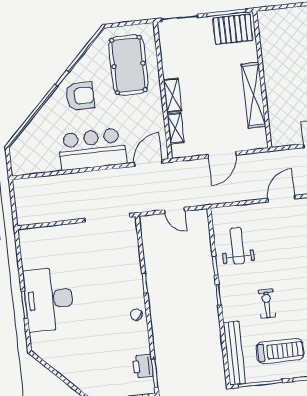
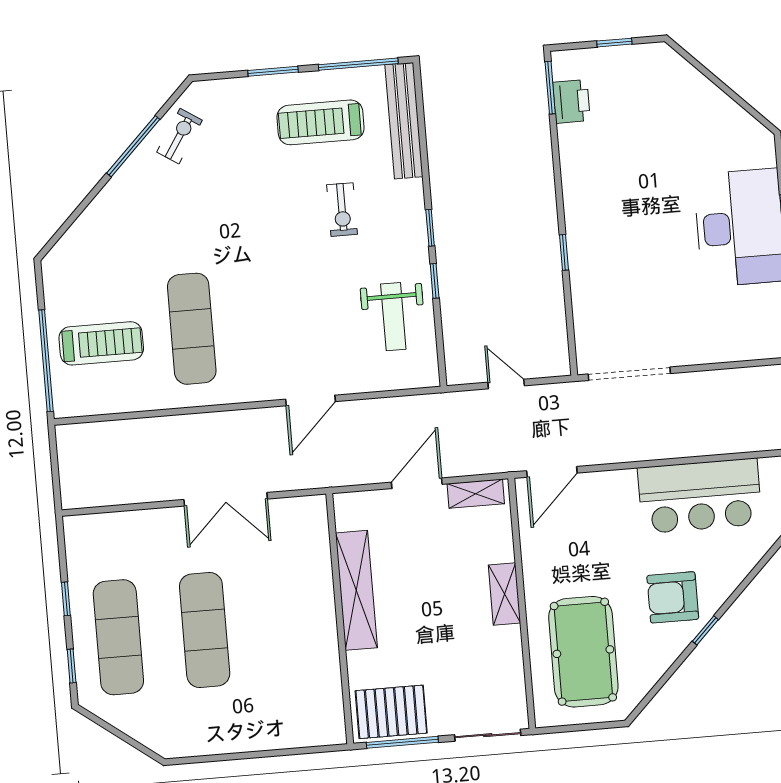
shelving: (175, 128) -> (476, 494), moved, turned 90
bar counter: (92, 149) -> (700, 496), moved
chair: (136, 315) -> (581, 196), removed

